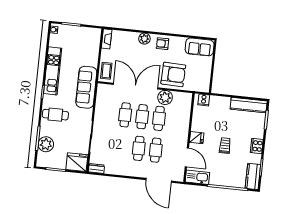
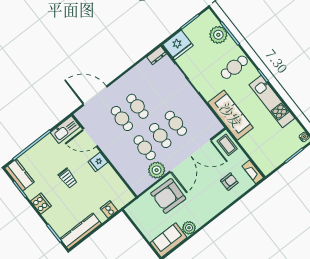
plant: (144, 39) -> (189, 228), moved
armchair: (162, 44) -> (229, 182), moved
cooker: (204, 100) -> (109, 210), moved

